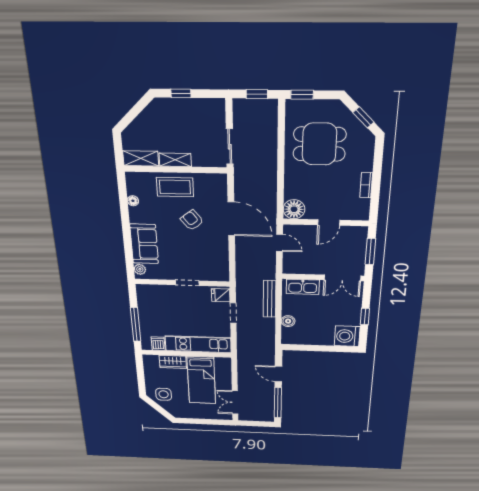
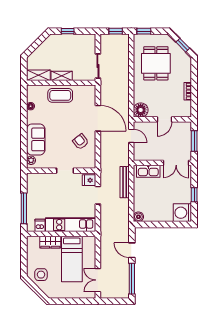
dining table: (319, 144) -> (156, 63), turned 90
armchair: (192, 220) -> (81, 142), moved
boiler: (288, 321) -> (138, 217), moved

